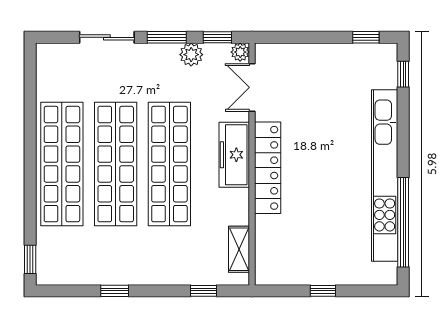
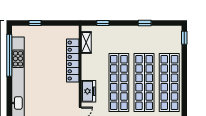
freezer: (234, 155) -> (88, 91), width x0.71
locker: (268, 168) -> (73, 61), moved
window: (323, 291) -> (35, 23), moved

